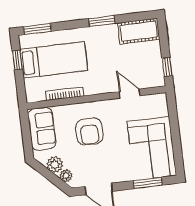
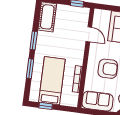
window: (37, 29) -> (30, 69), moved
door: (130, 94) -> (89, 34), swing flipped

